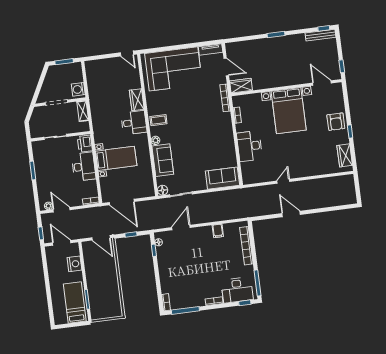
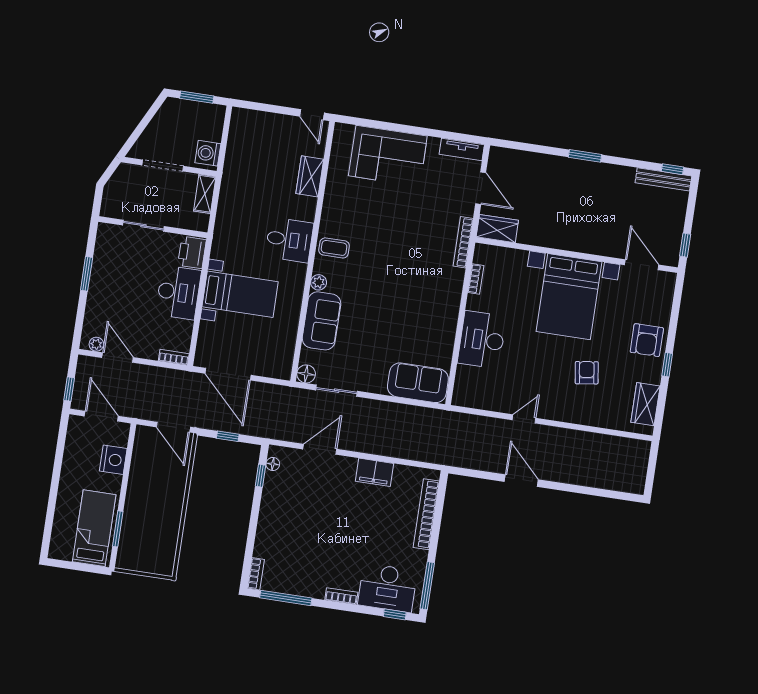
corner sofa: (173, 69) -> (388, 156), width x0.73, depth x0.74
wardrobe: (137, 100) -> (310, 176), moved
armchair: (309, 148) -> (587, 373), added
filing cabinet: (218, 231) -> (375, 472), width x2.00

